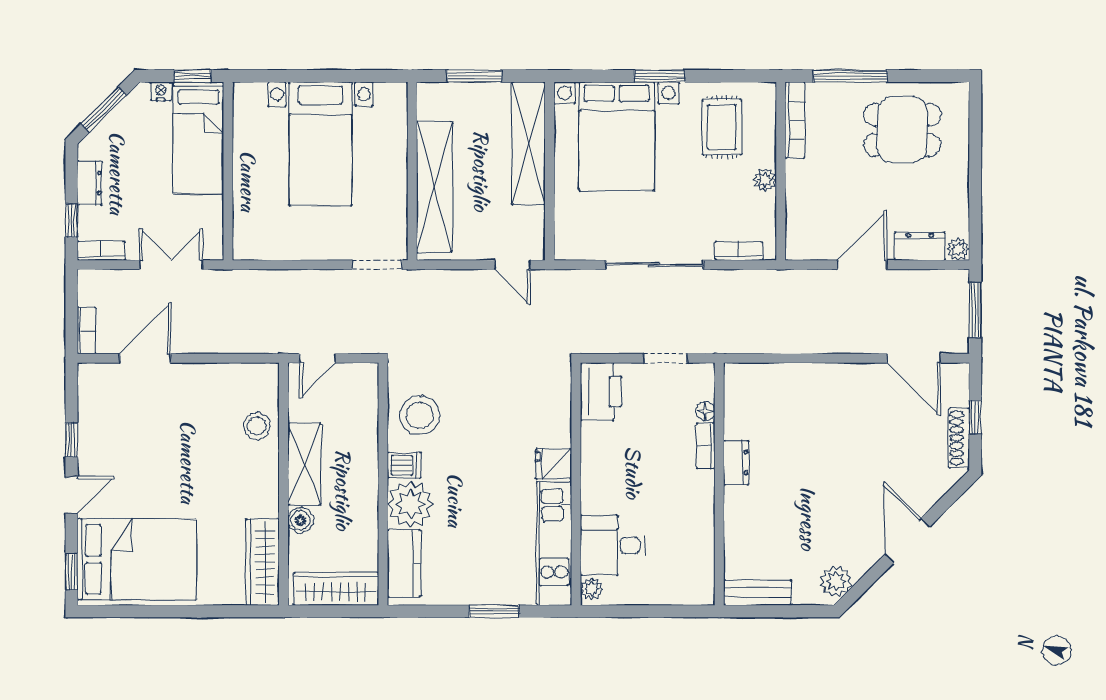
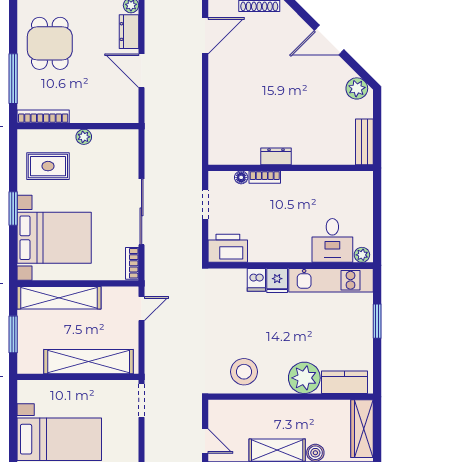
bookcase: (739, 251) -> (132, 263), moved
dishwasher: (404, 465) -> (256, 280), moved, turned 180

